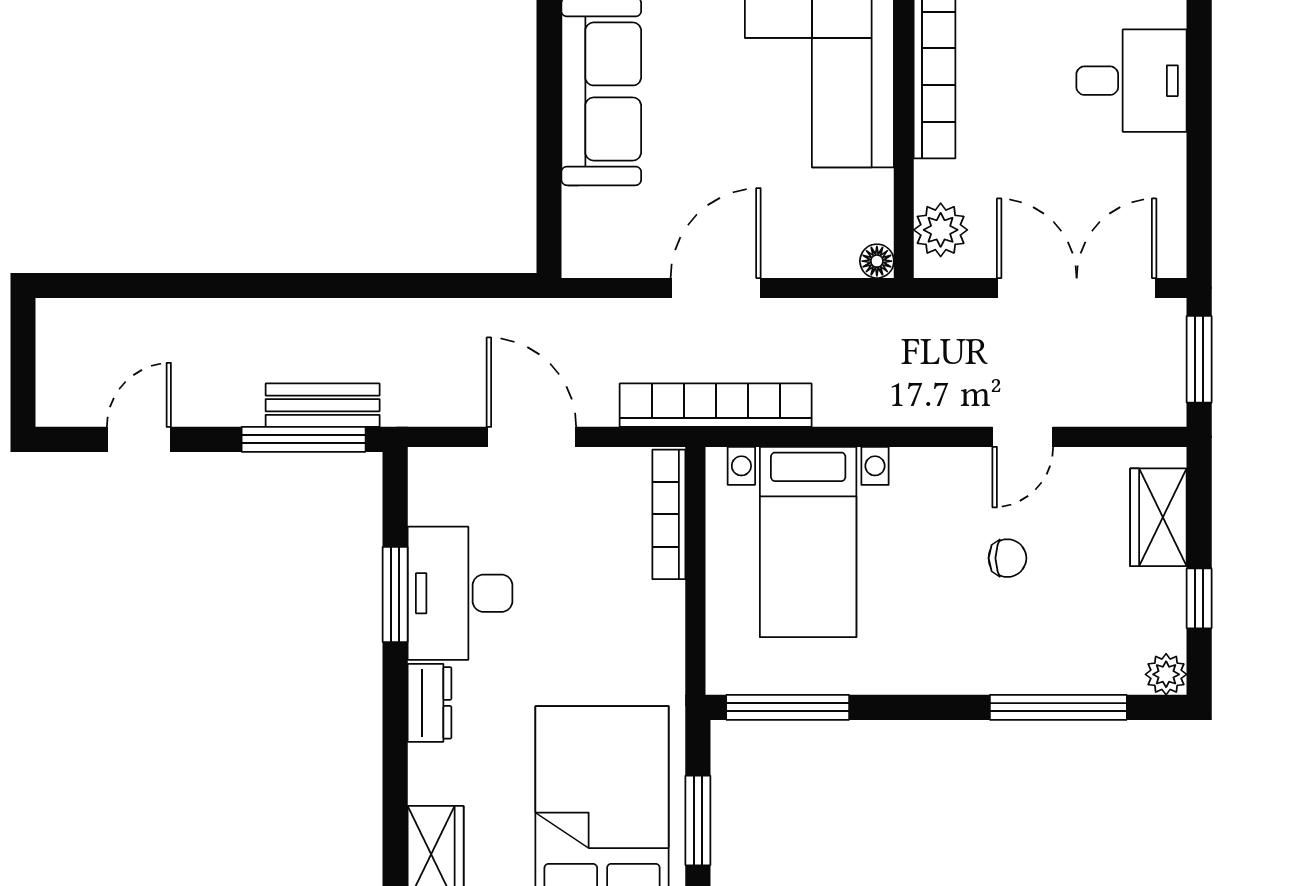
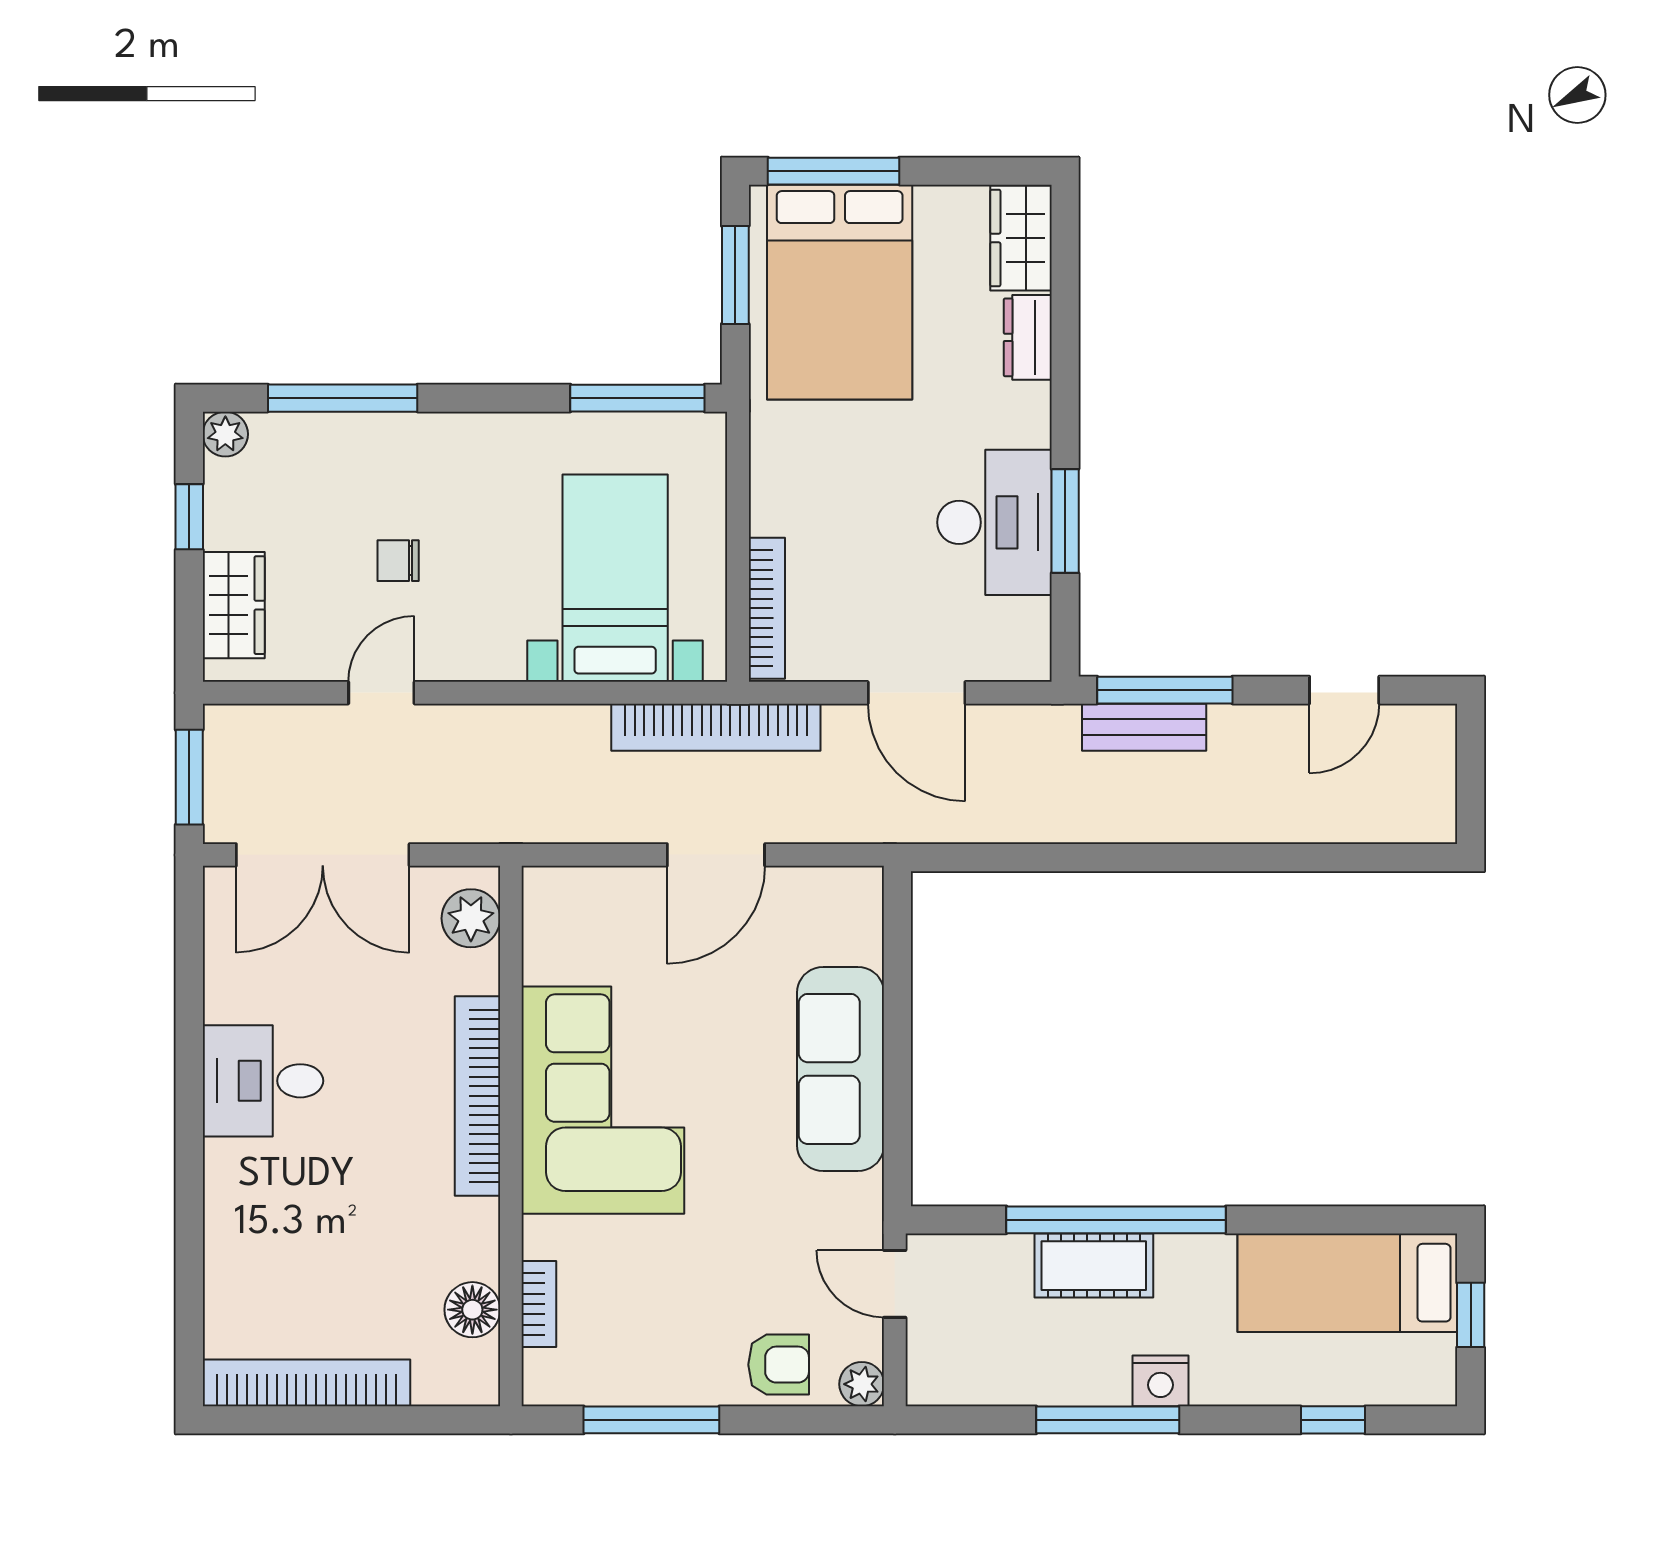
floor lamp: (877, 261) -> (540, 884), removed
dresser: (429, 703) -> (1028, 337), moved

